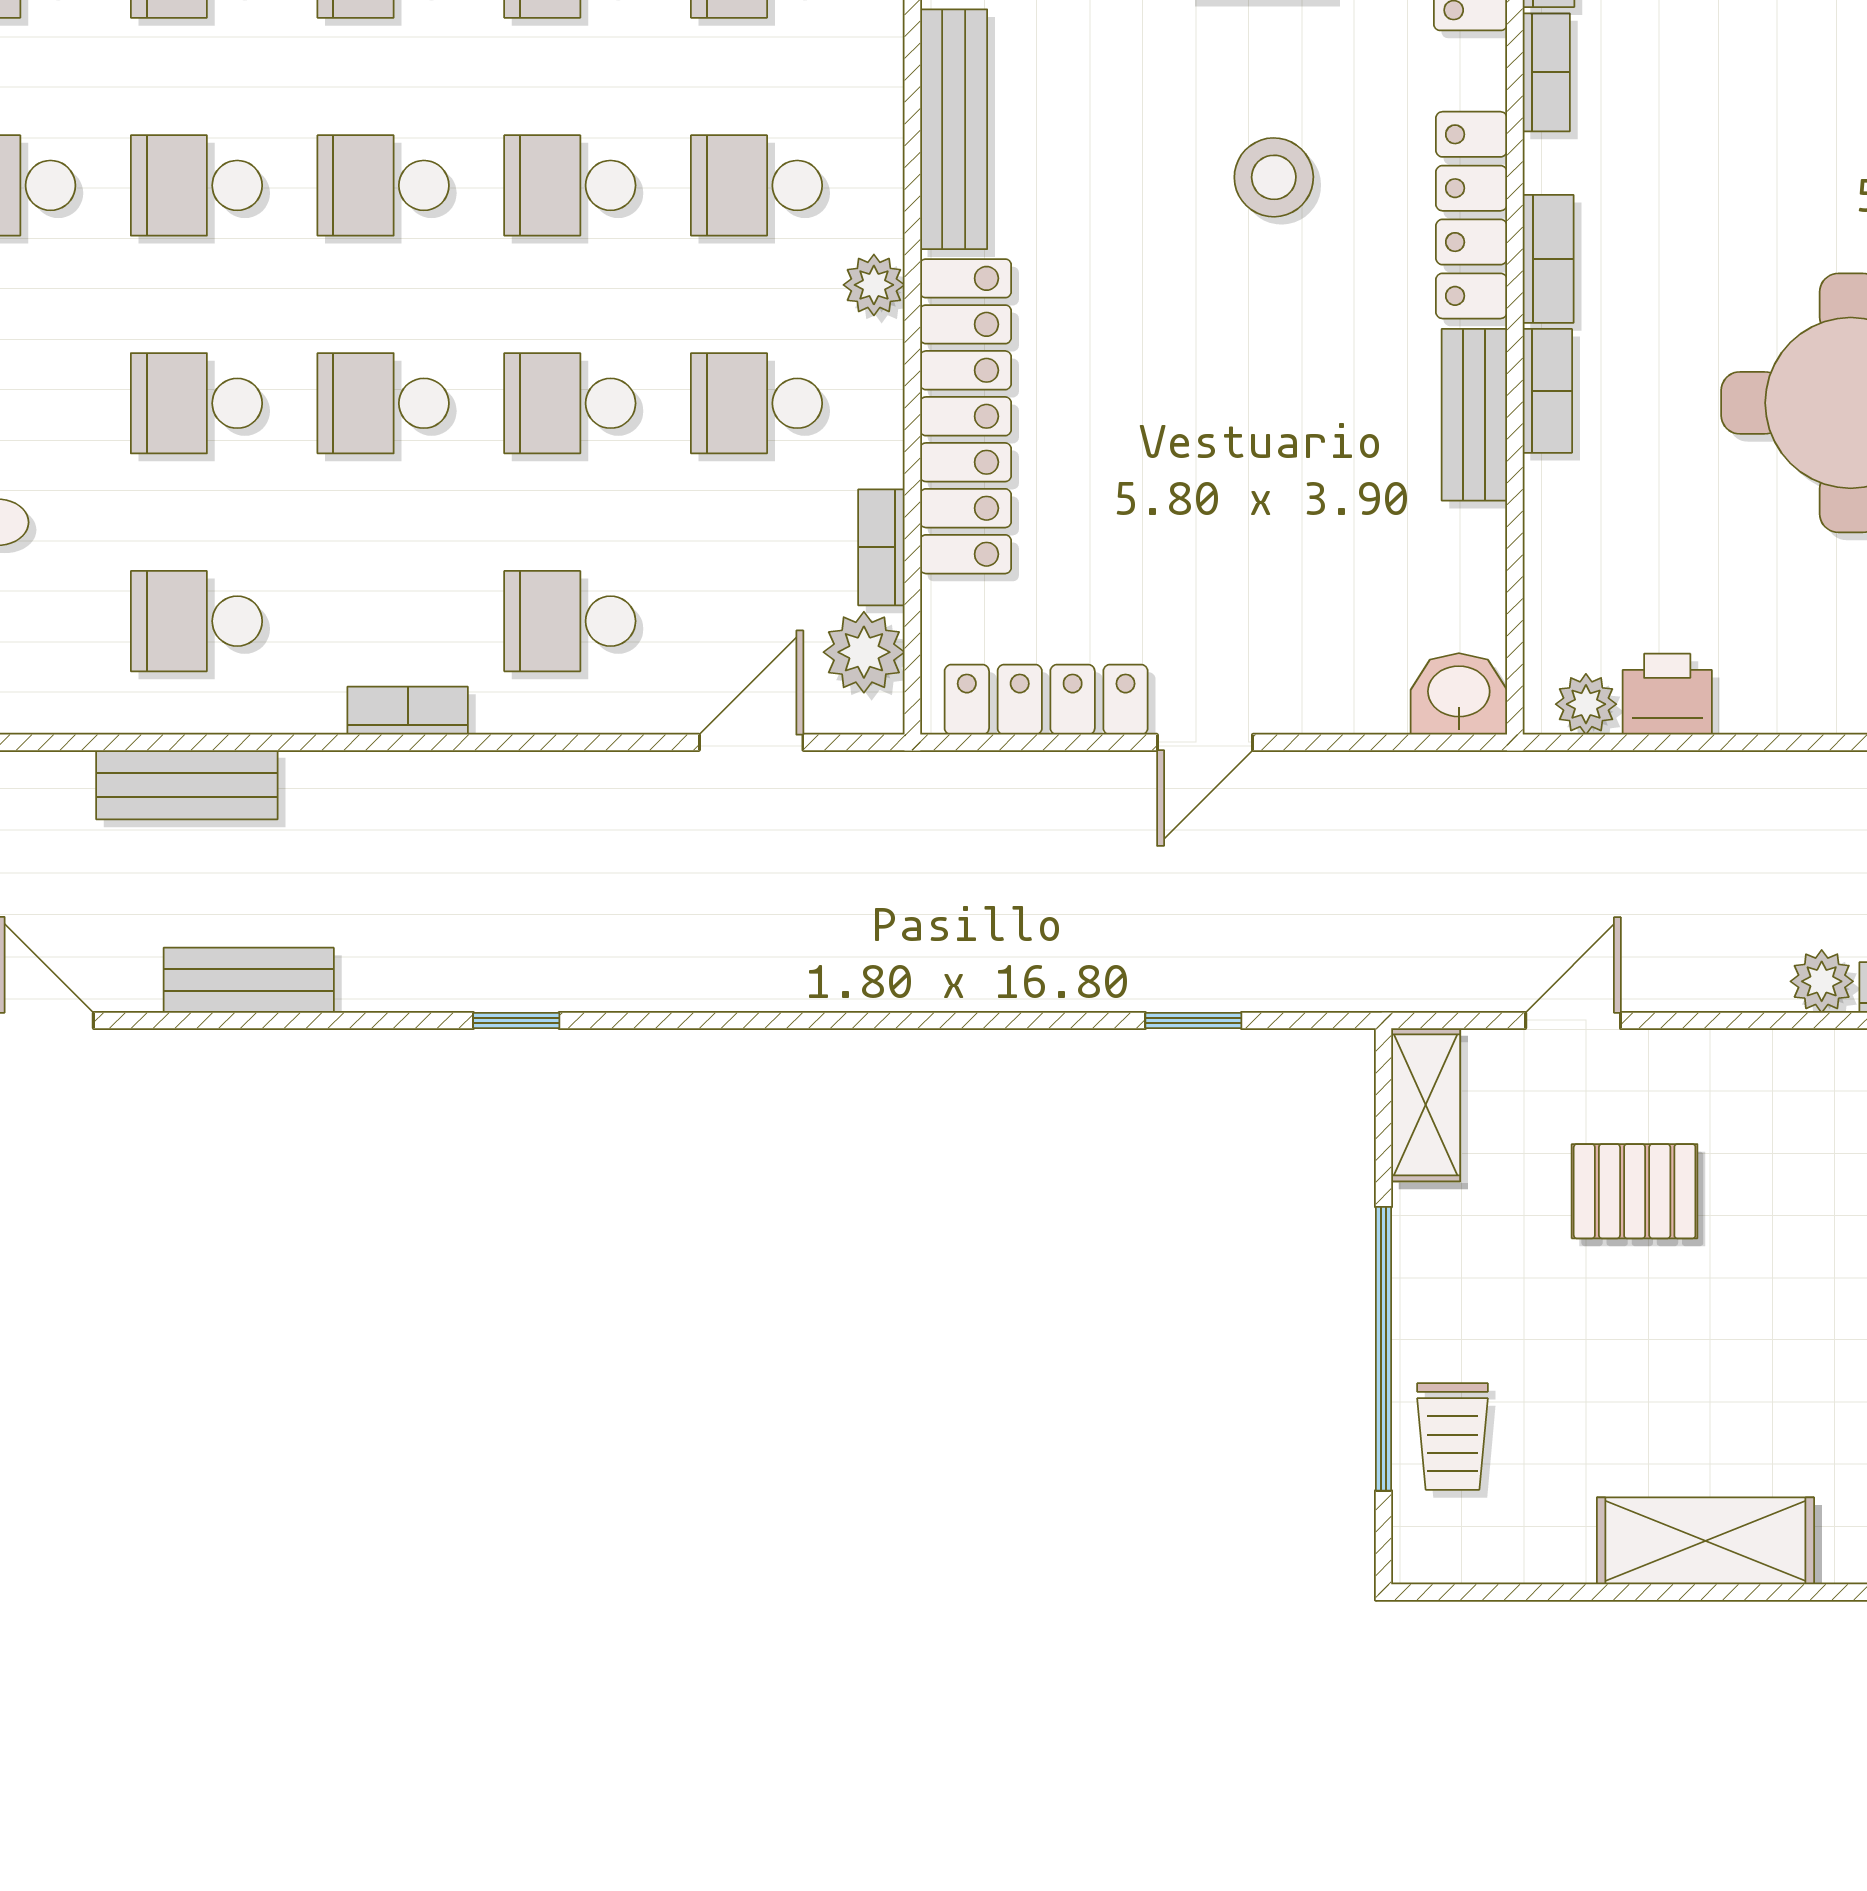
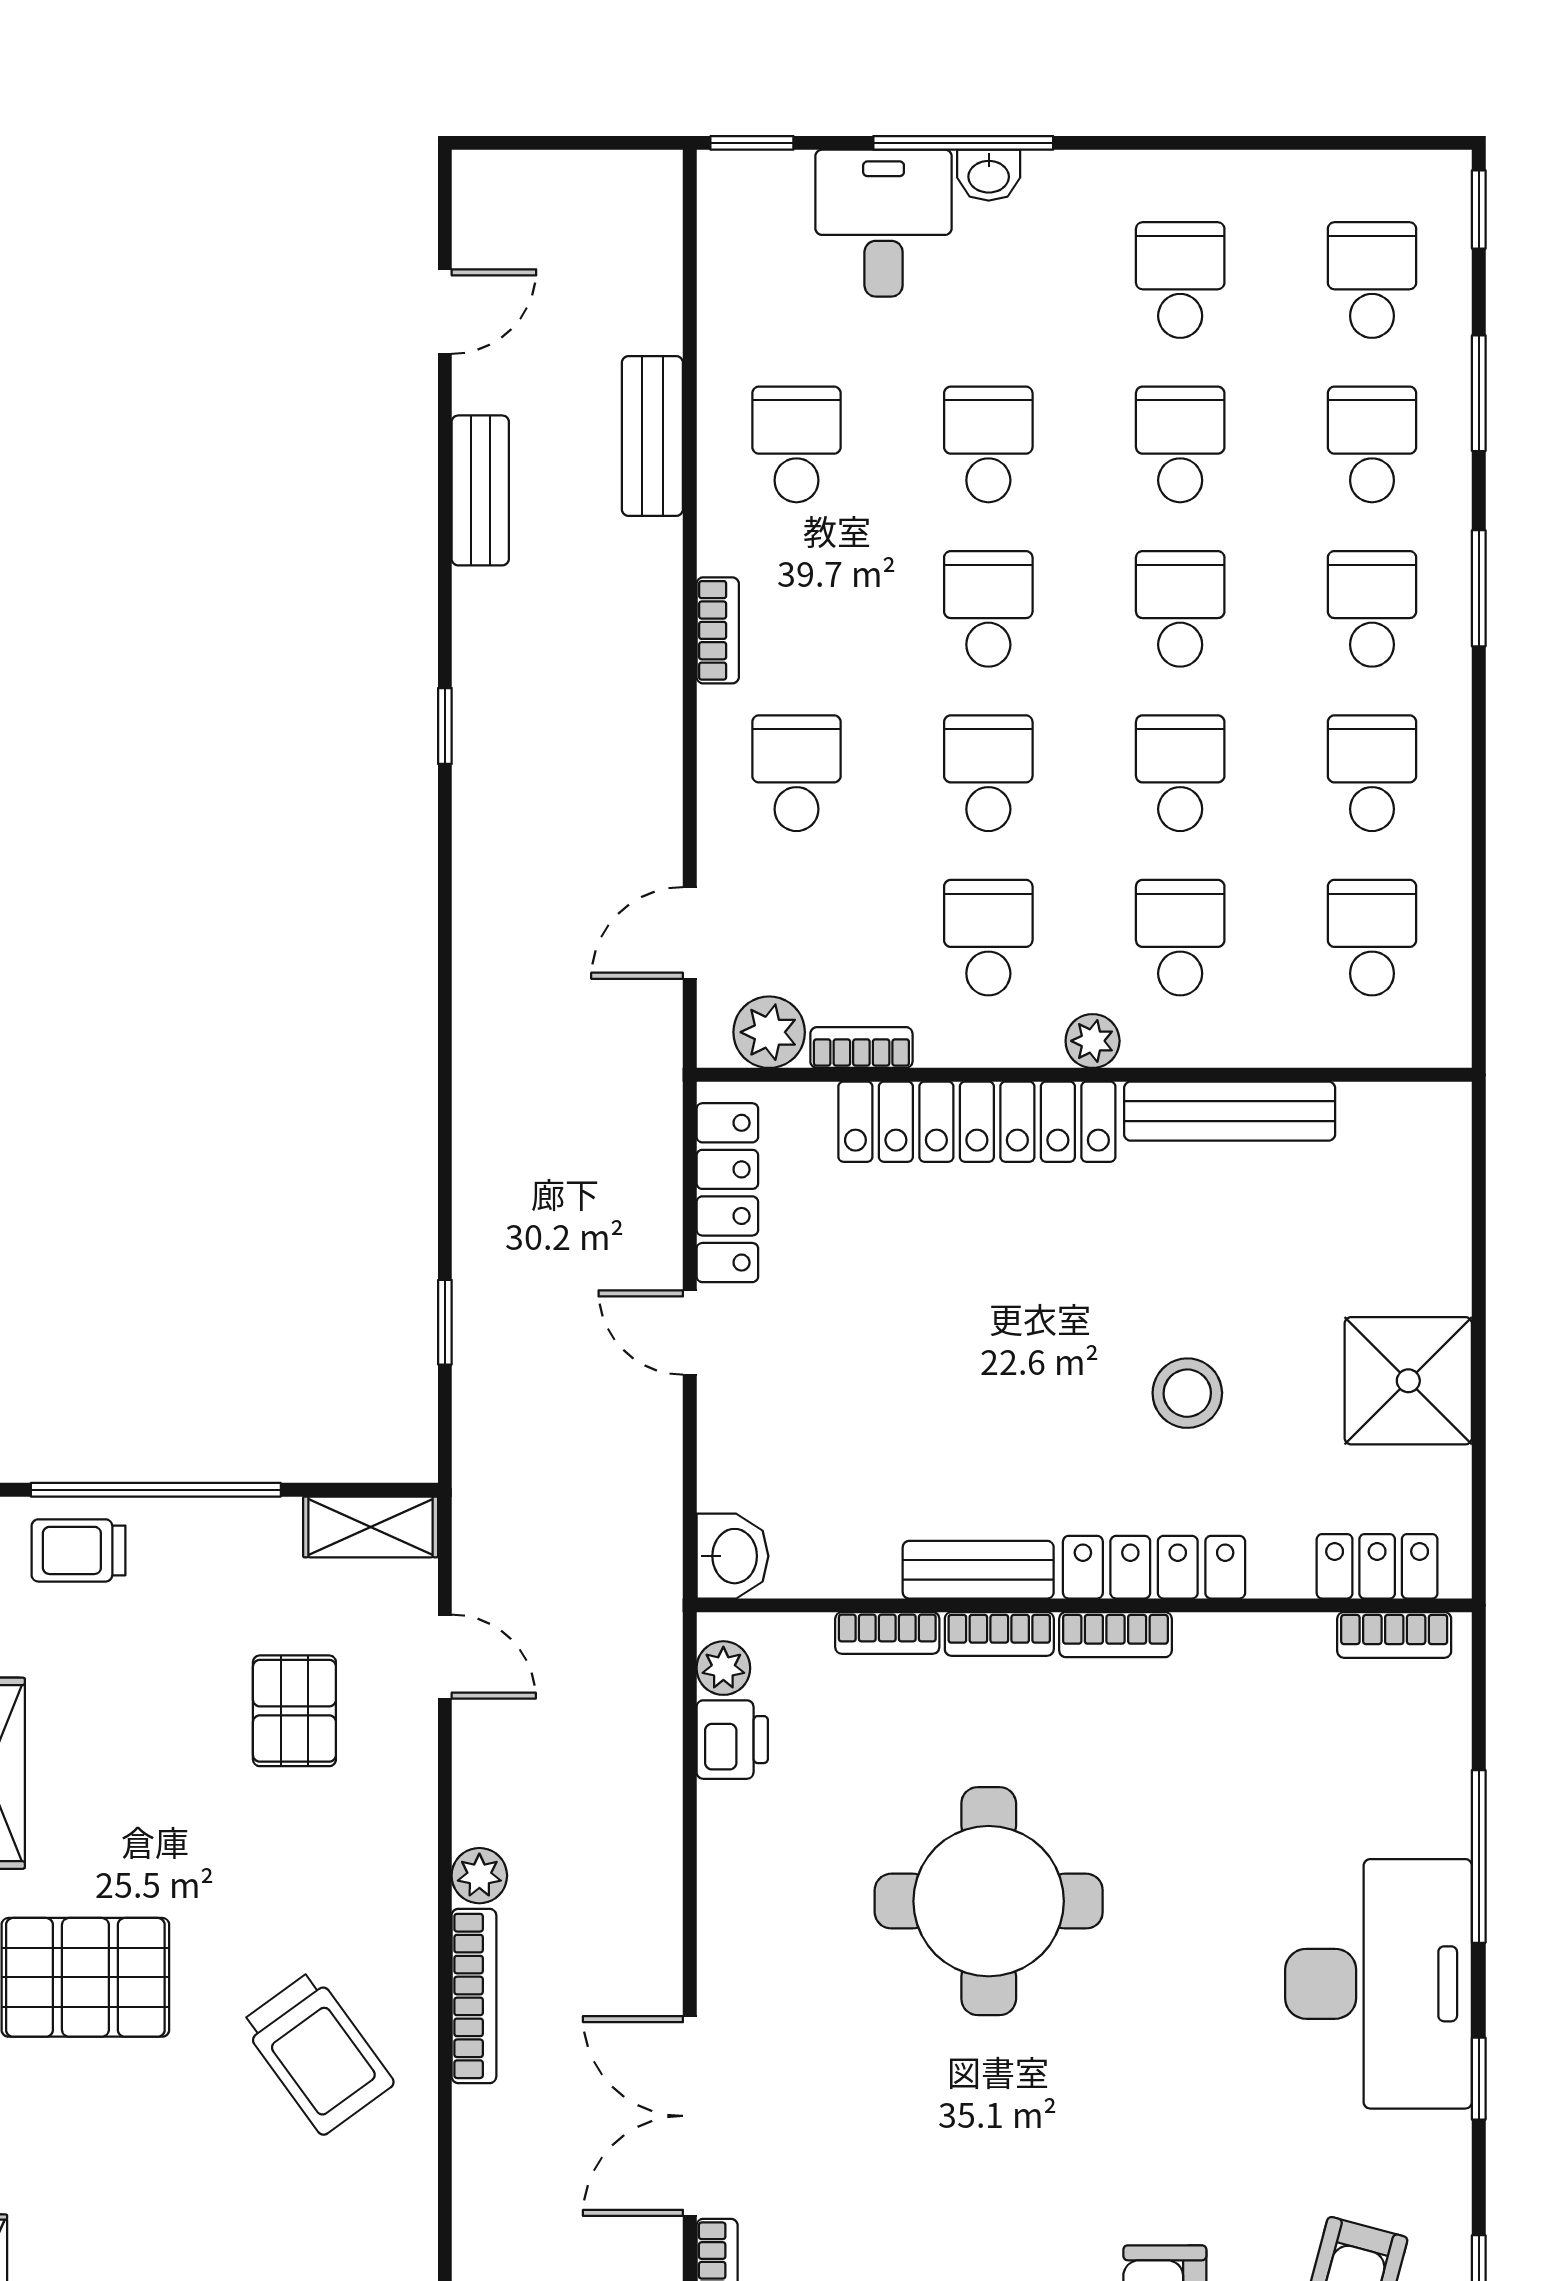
bookcase: (1546, 72) -> (887, 1633), moved
door: (751, 742) -> (690, 933), swing flipped

